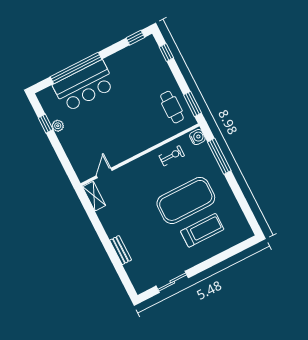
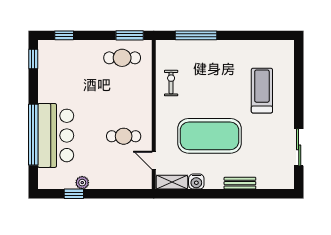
water cooler: (197, 137) -> (196, 182), moved, turned 180
cafe table: (111, 140) -> (124, 136), added
exercise mat: (186, 200) -> (209, 136), moved, turned 90

